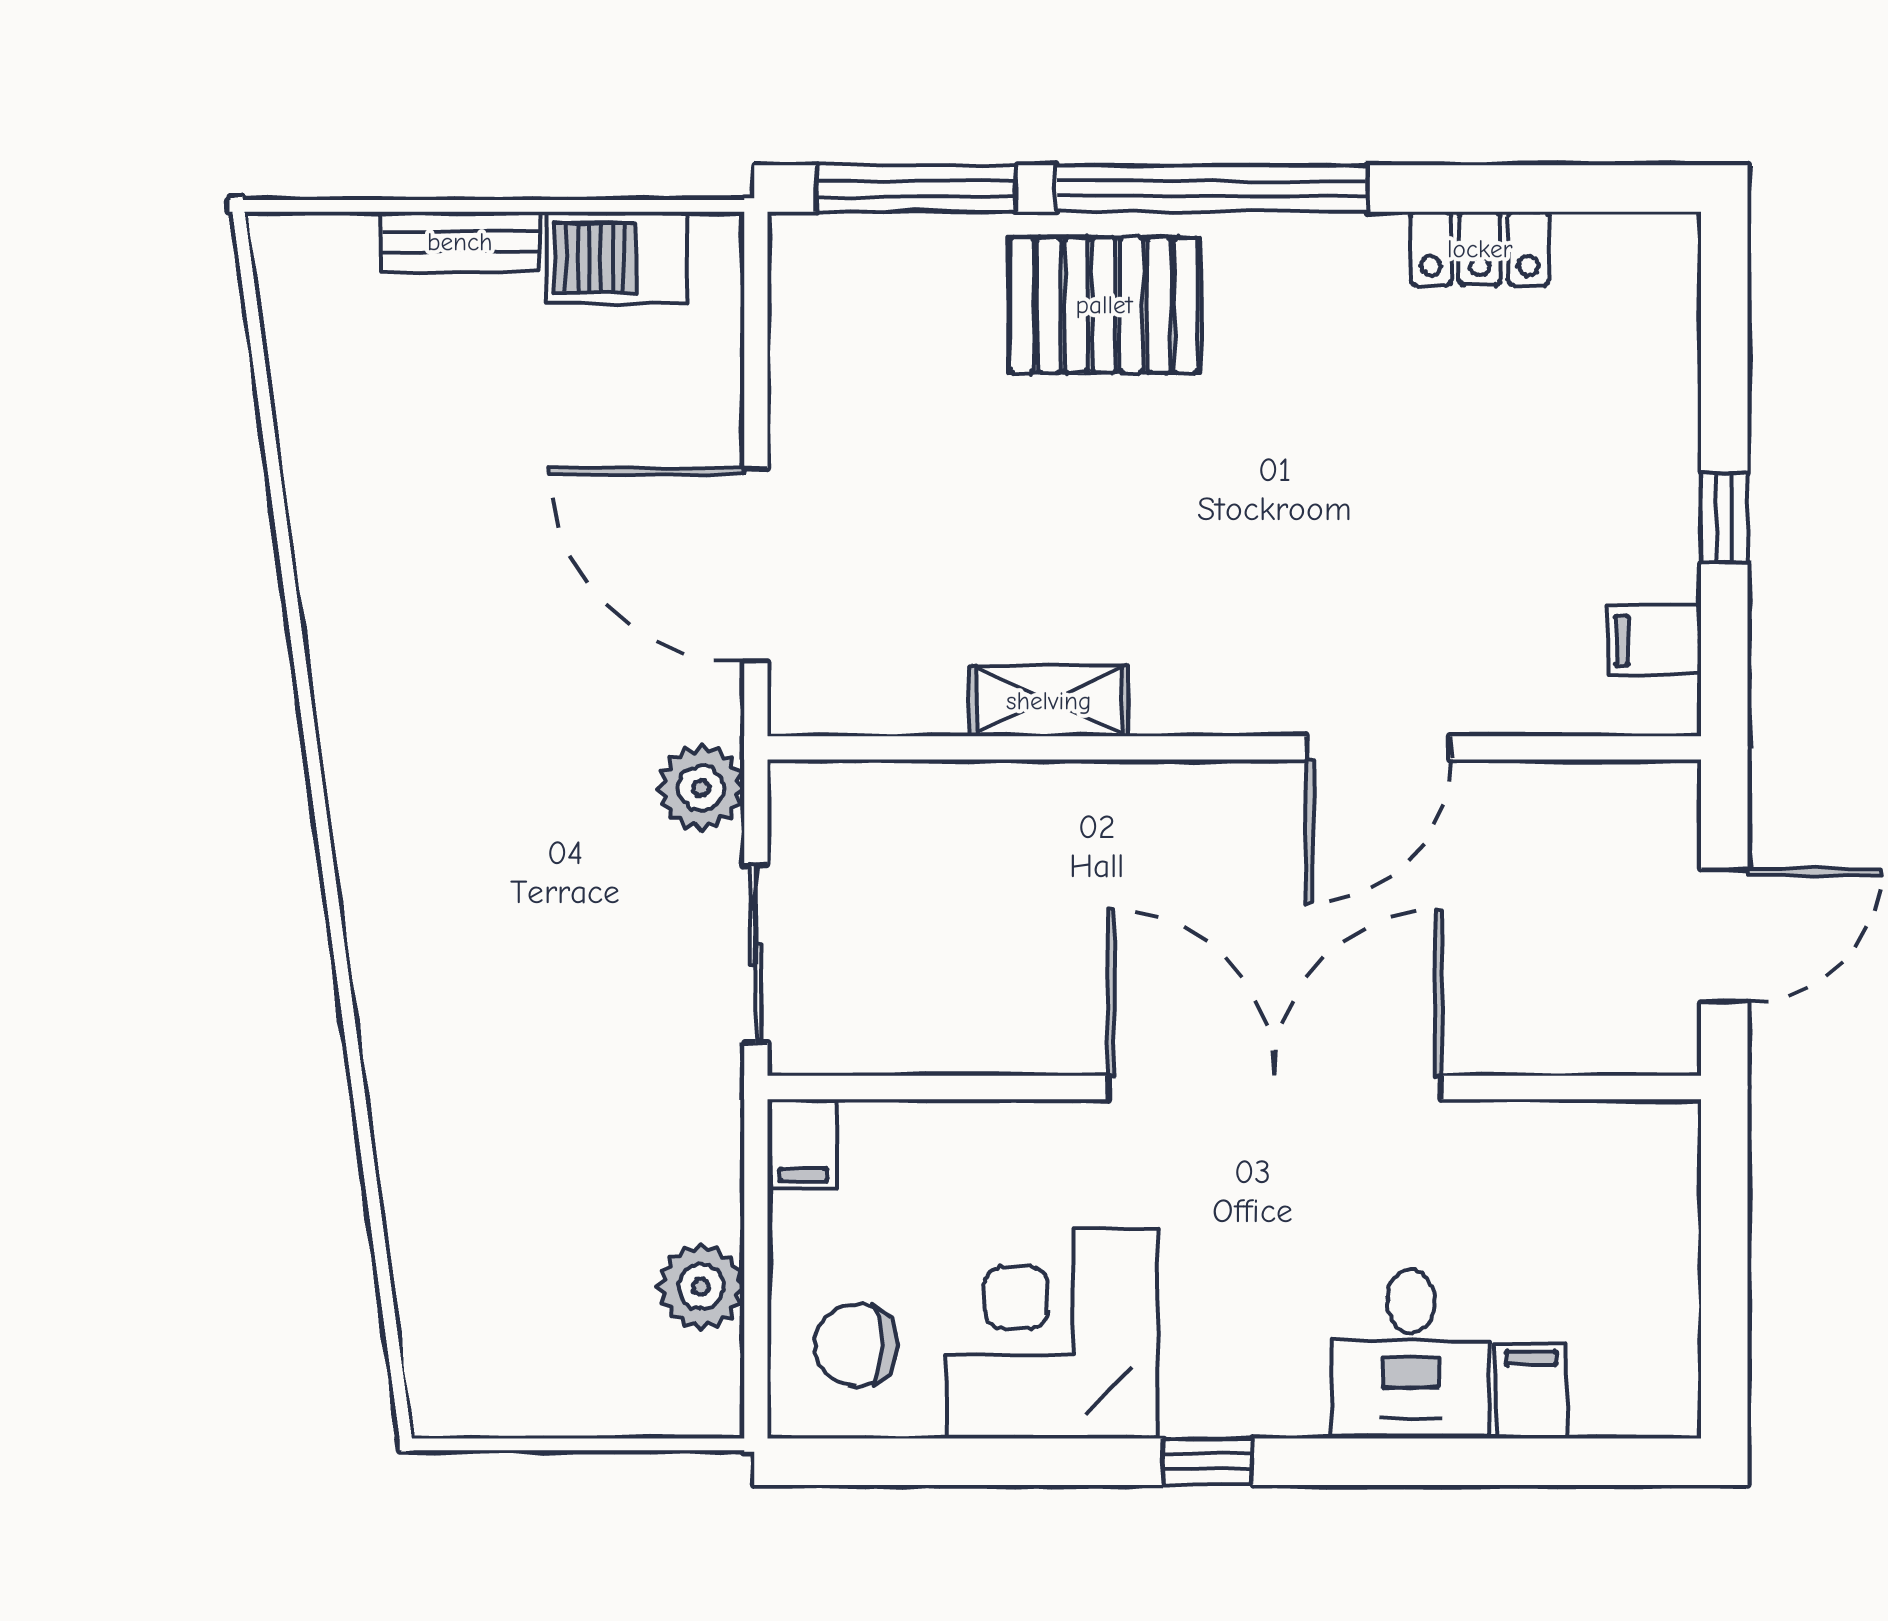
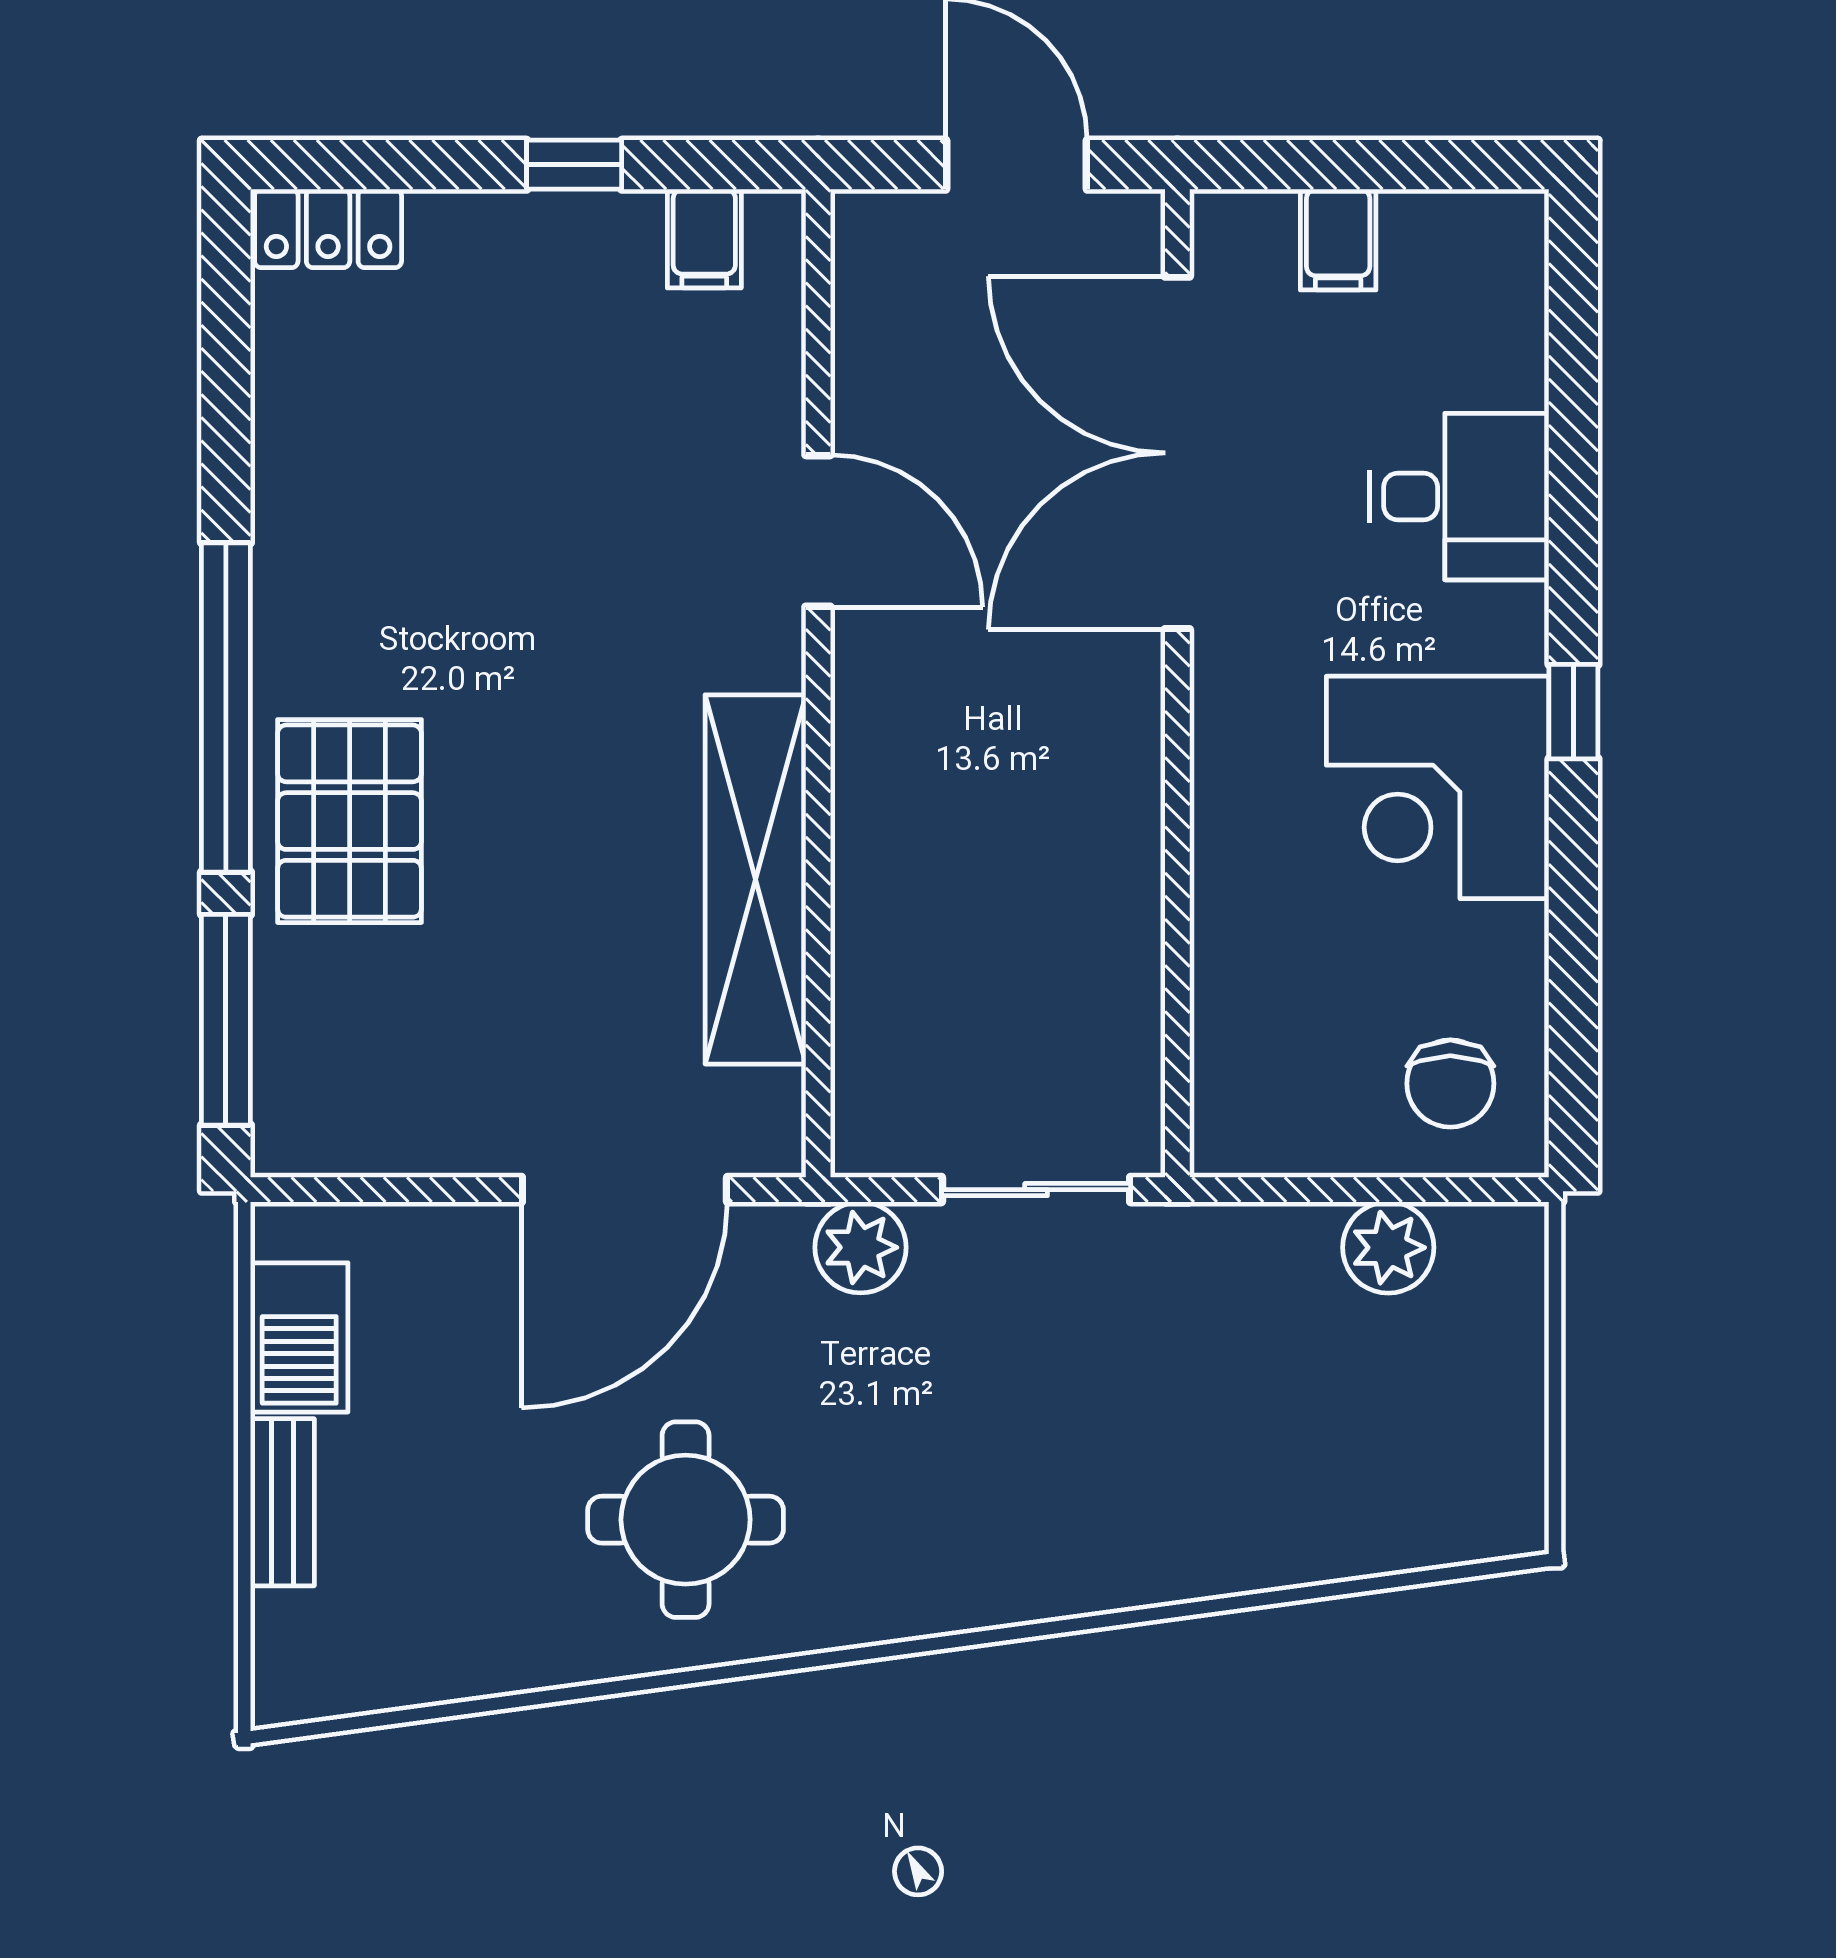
locker: (1480, 249) -> (328, 228), moved, turned 90
round table: (444, 623) -> (686, 1520), added
shelving: (1049, 701) -> (755, 879), width x2.20, depth x1.33
double door: (1275, 1087) -> (1177, 453), moved
filing cabinet: (803, 1144) -> (1237, 1139), removed
corner desk: (1052, 1333) -> (1438, 787), moved
filing cabinet: (1531, 1391) -> (1338, 240), moved, turned -90

